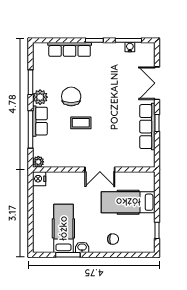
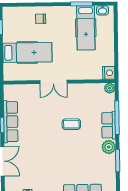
chair: (71, 96) -> (80, 148), removed
double door: (100, 170) -> (53, 82), swing flipped
washbasin: (82, 247) -> (102, 10), moved

